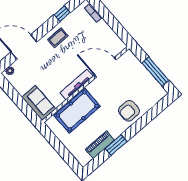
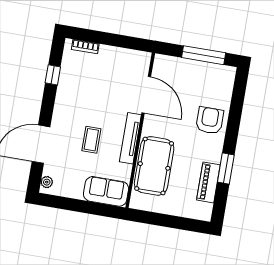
coffee table: (58, 38) -> (91, 140), moved
door: (105, 67) -> (146, 95), swing flipped
armchair: (129, 111) -> (210, 120), turned 180

